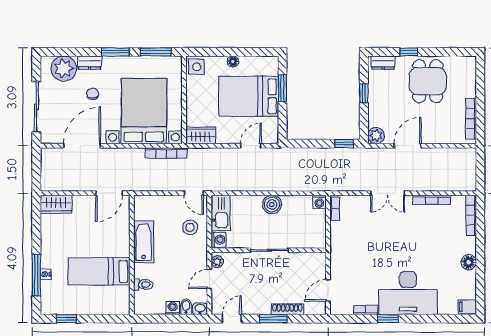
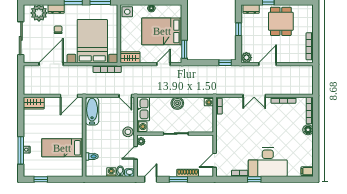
window: (283, 88) -> (184, 49), moved
stool: (190, 227) -> (128, 132), moved
bathtub: (144, 242) -> (92, 111), moved
floor lamp: (469, 262) -> (308, 130), moved

